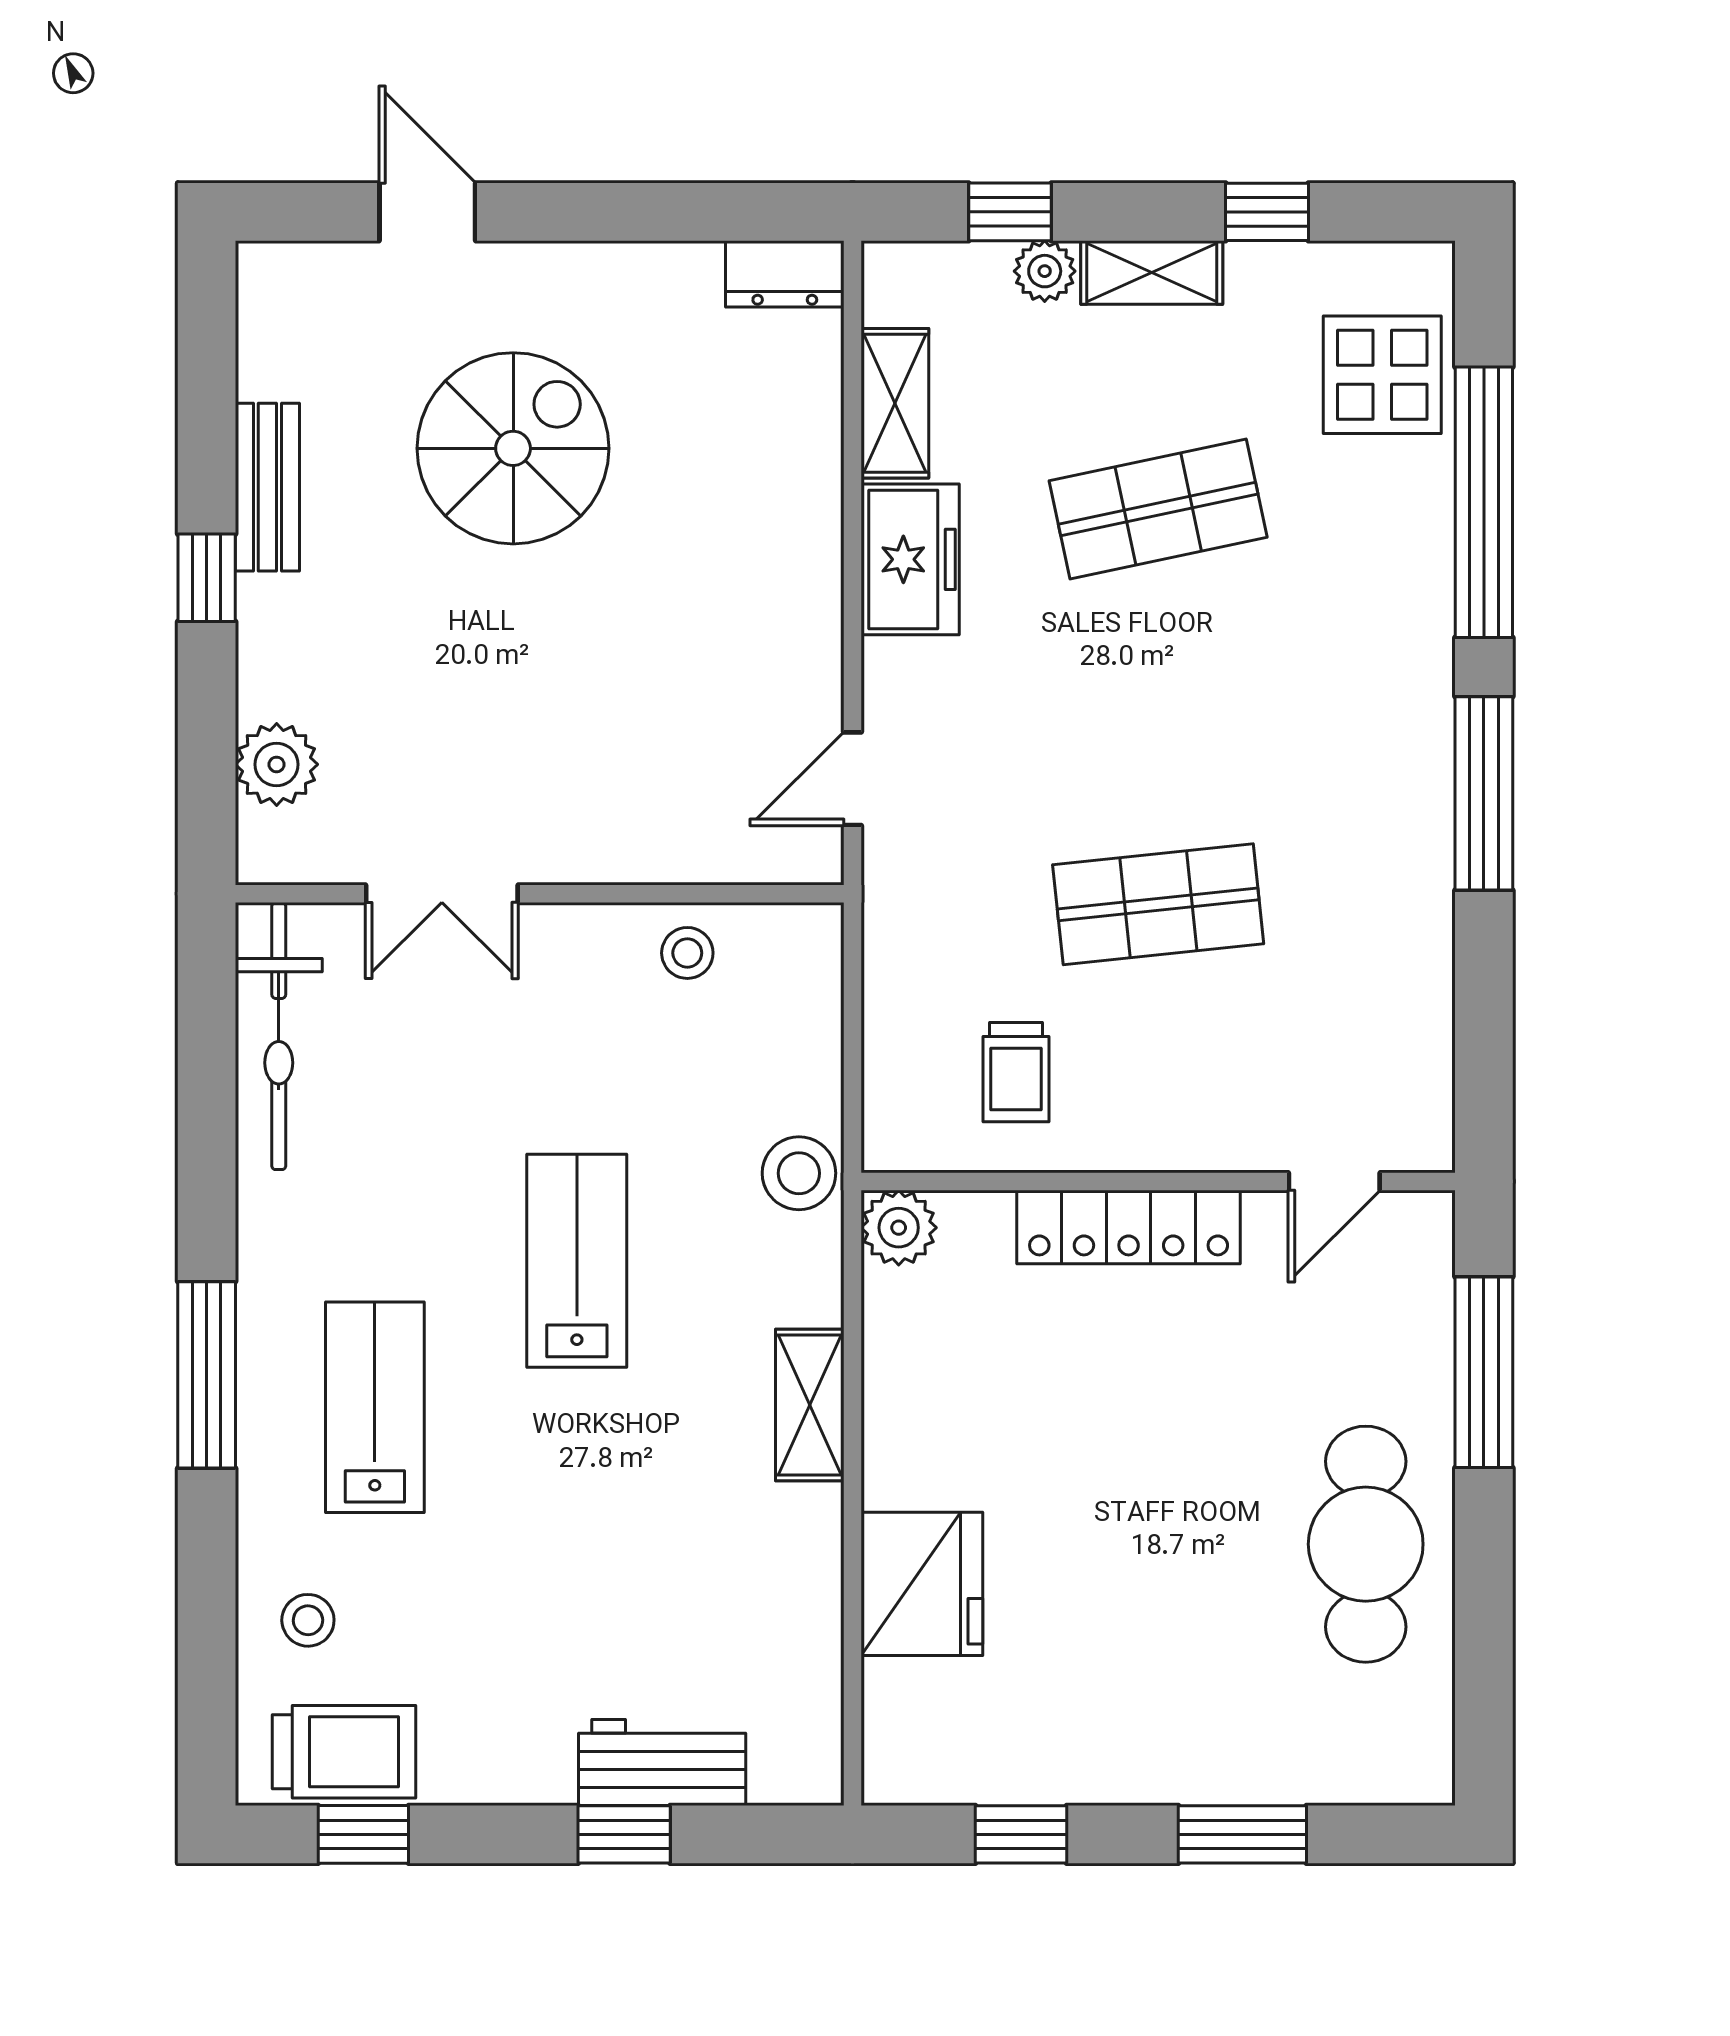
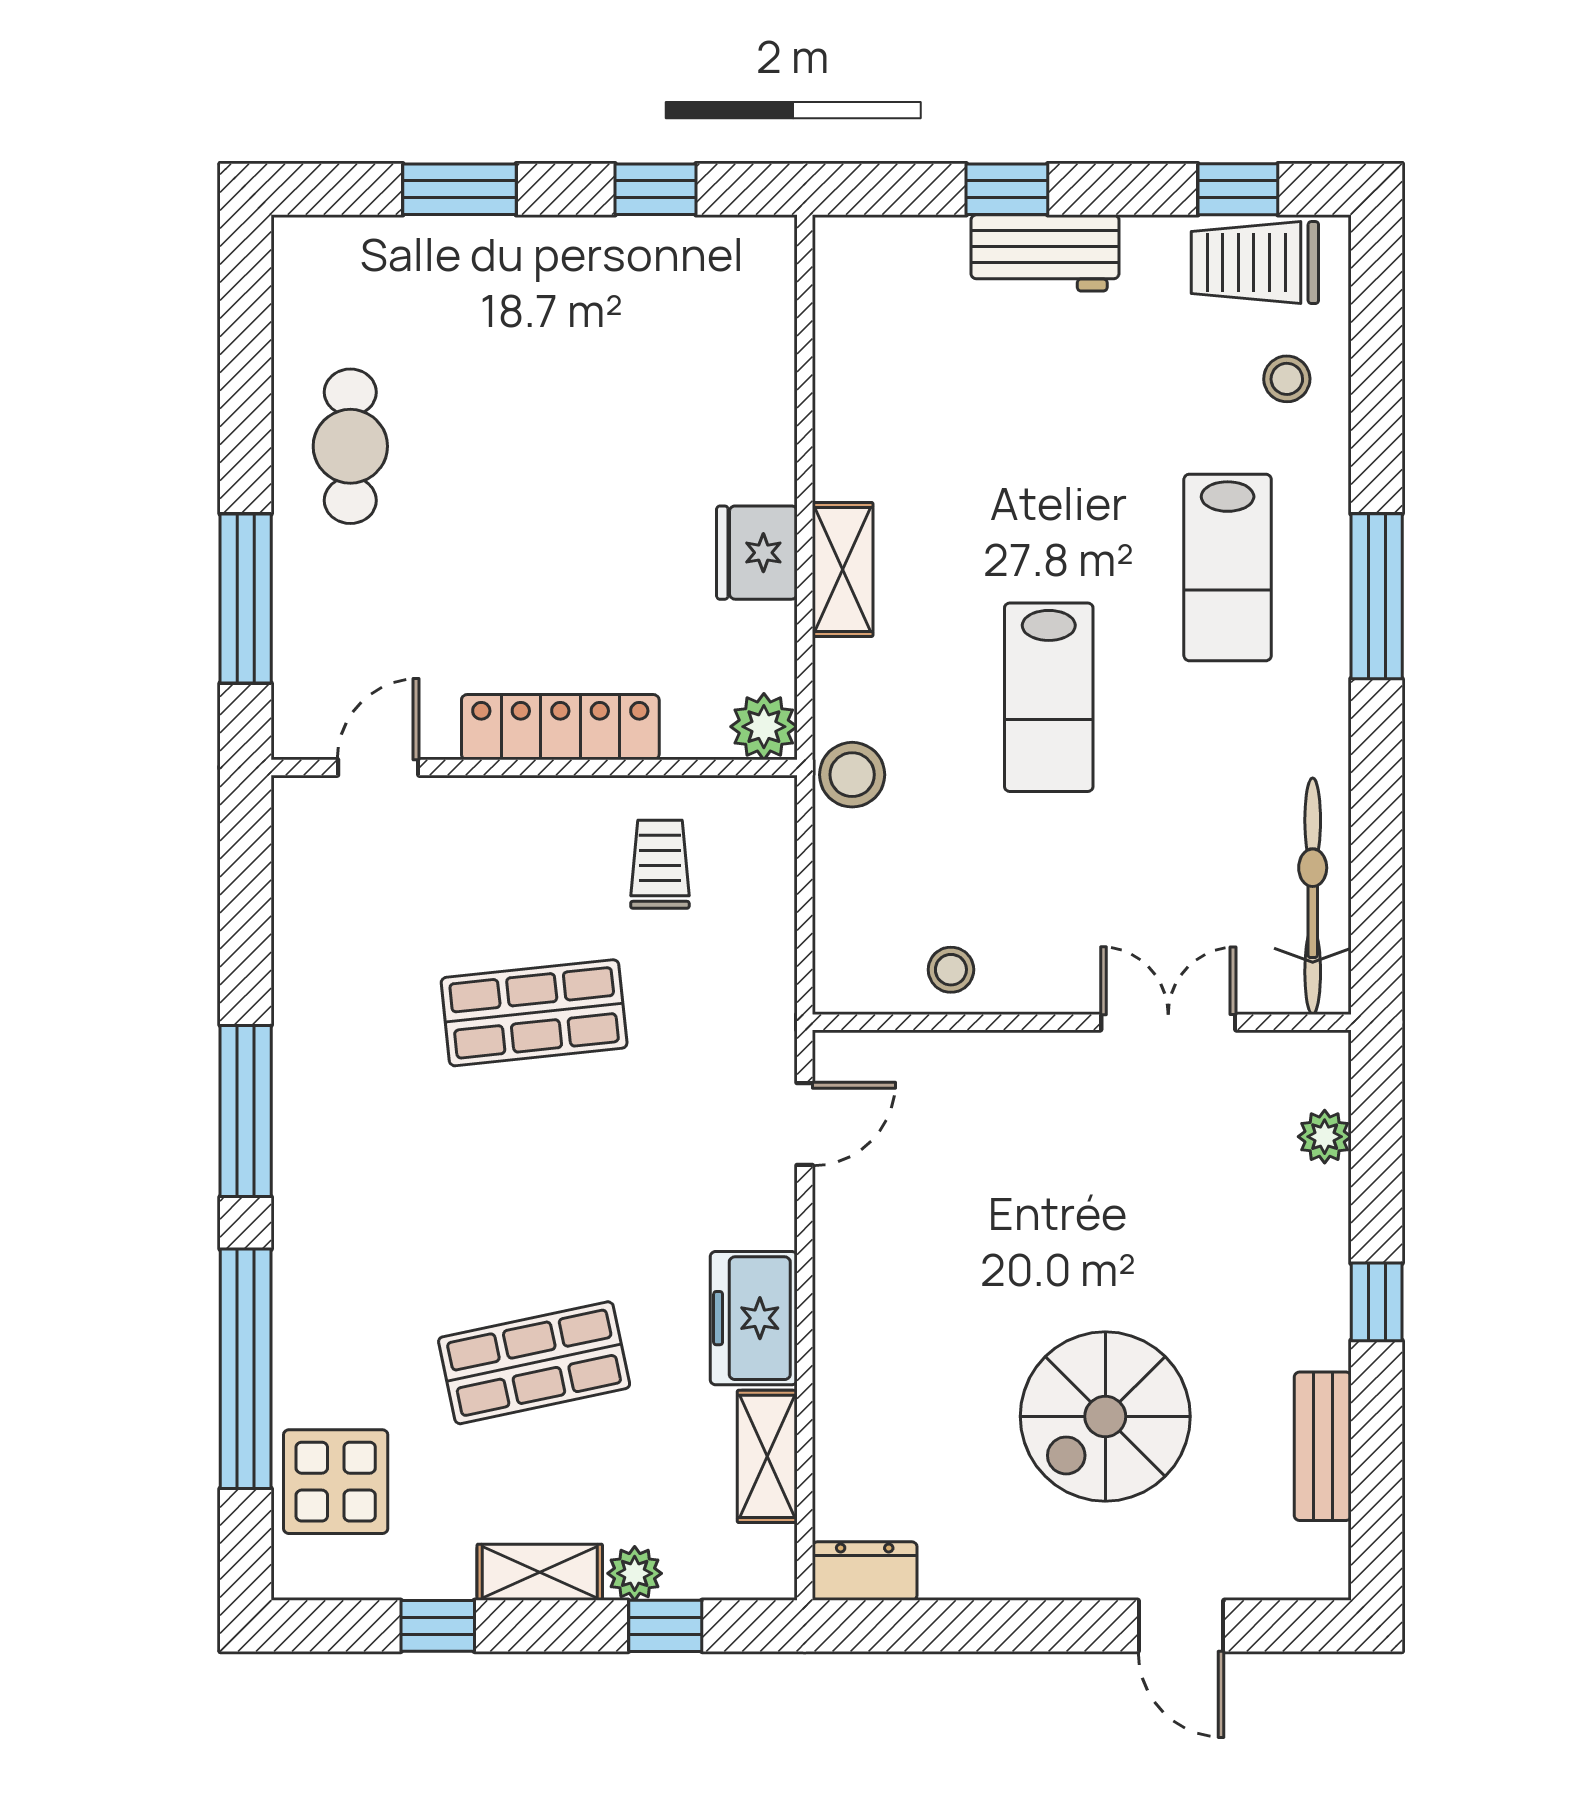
bench: (267, 487) -> (1323, 1446), moved
plant: (277, 764) -> (1325, 1137), width x0.73, depth x0.73
cafe table: (1366, 1544) -> (350, 446), width x0.73, depth x0.74
fridge: (922, 1584) -> (757, 553), moved, width x0.73, depth x0.75
workbench: (662, 1763) -> (1045, 253), moved

